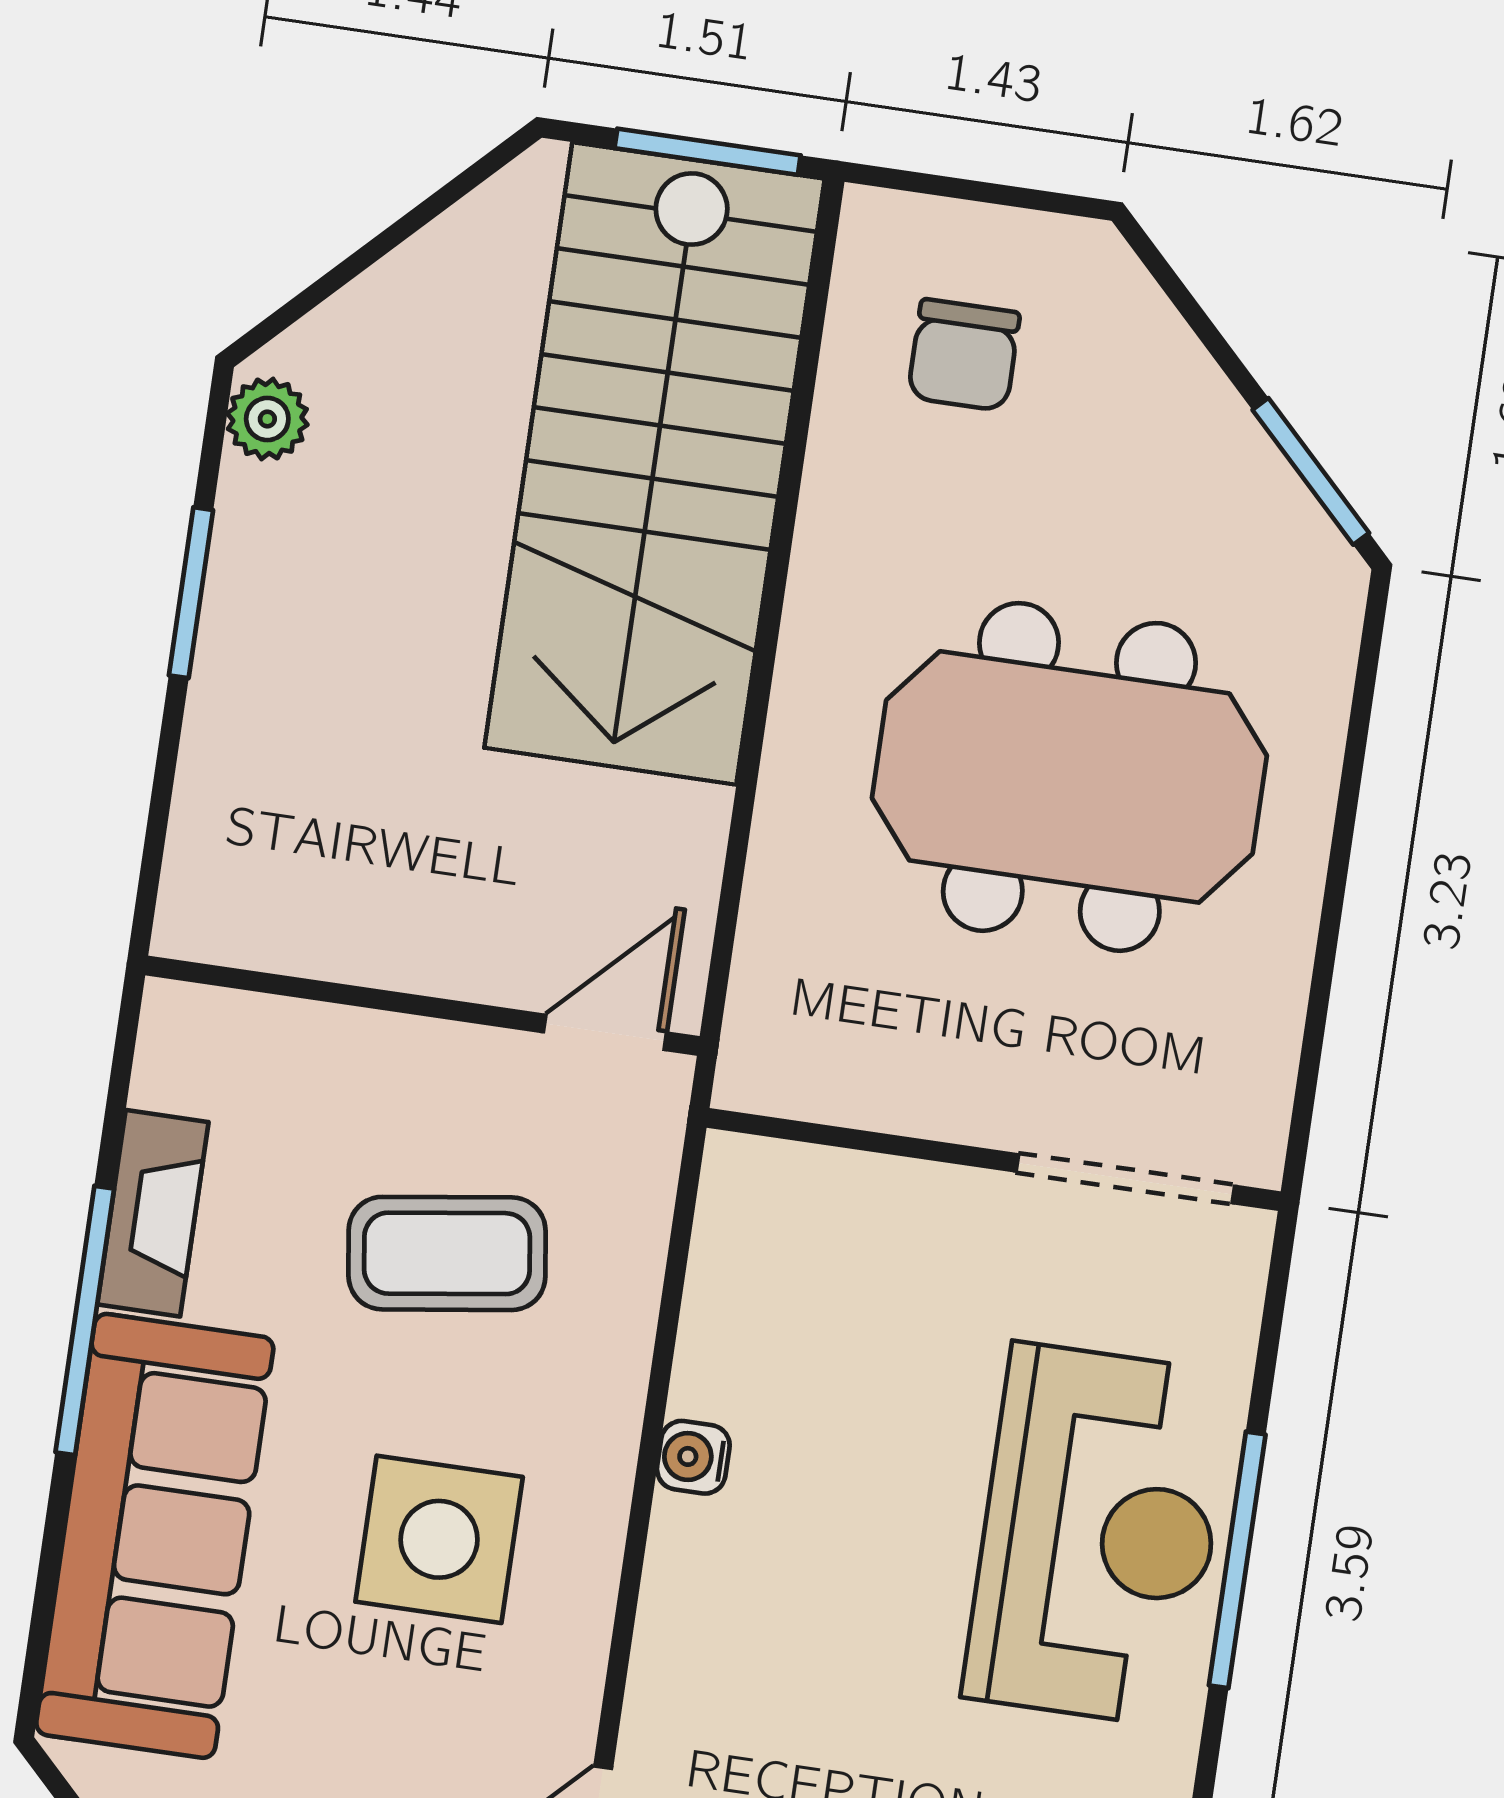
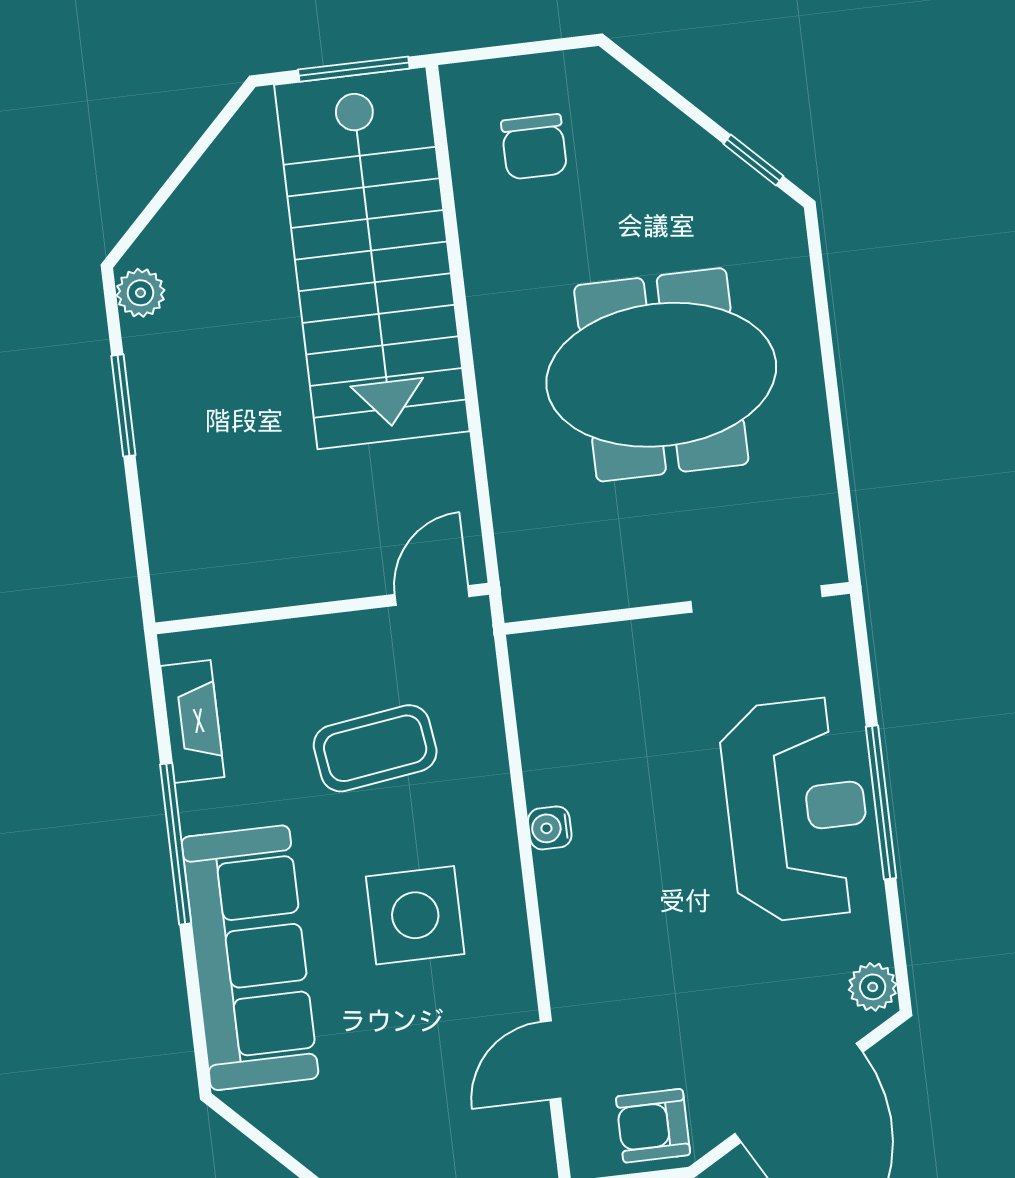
window: (1311, 471) -> (753, 160), width x0.67
fireplace: (153, 1213) -> (192, 721), moved

